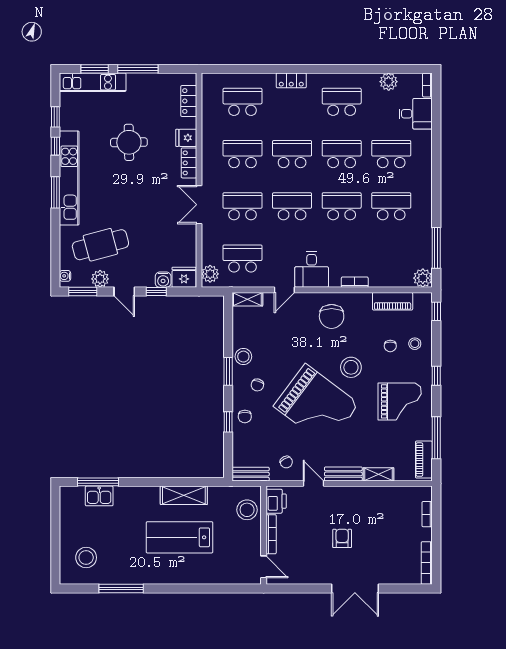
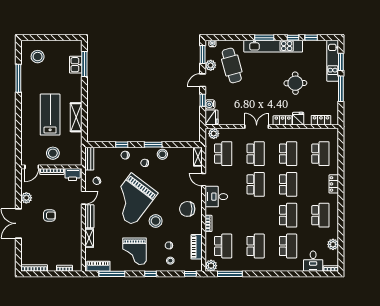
school desk: (342, 206) -> (223, 246), moved
stool: (247, 510) -> (53, 153), moved
plant: (314, 576) -> (26, 198), added

